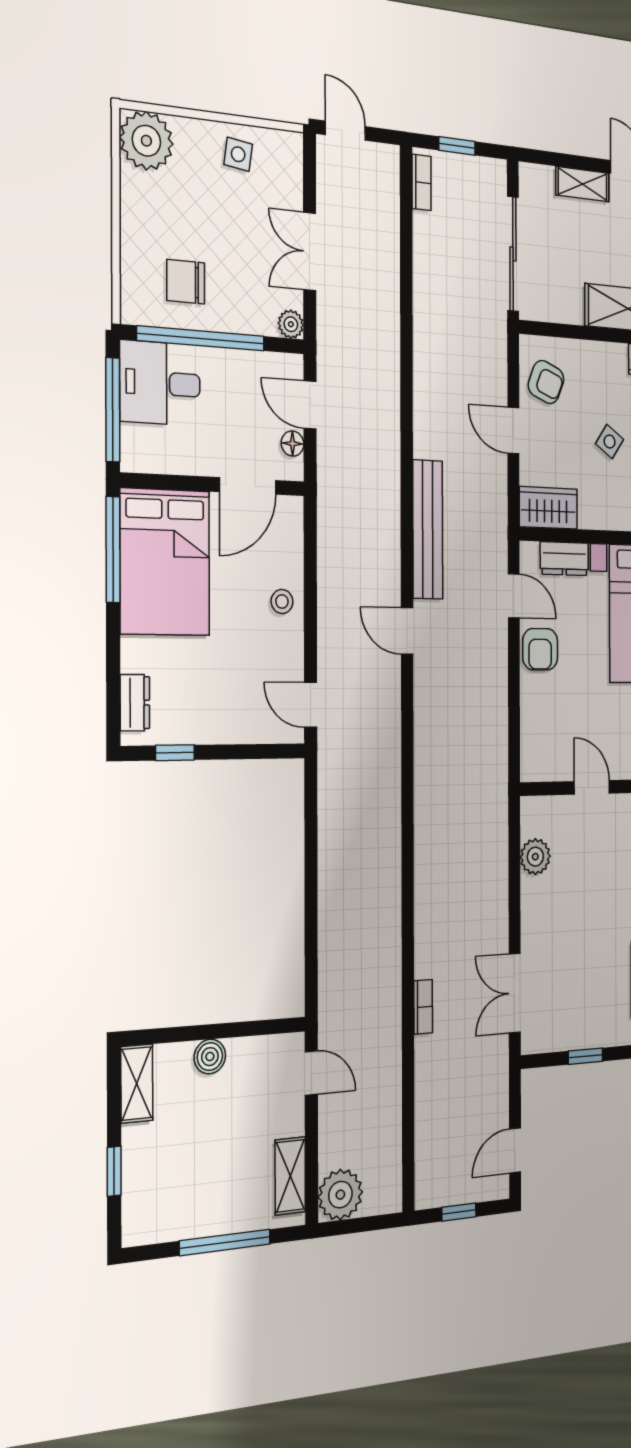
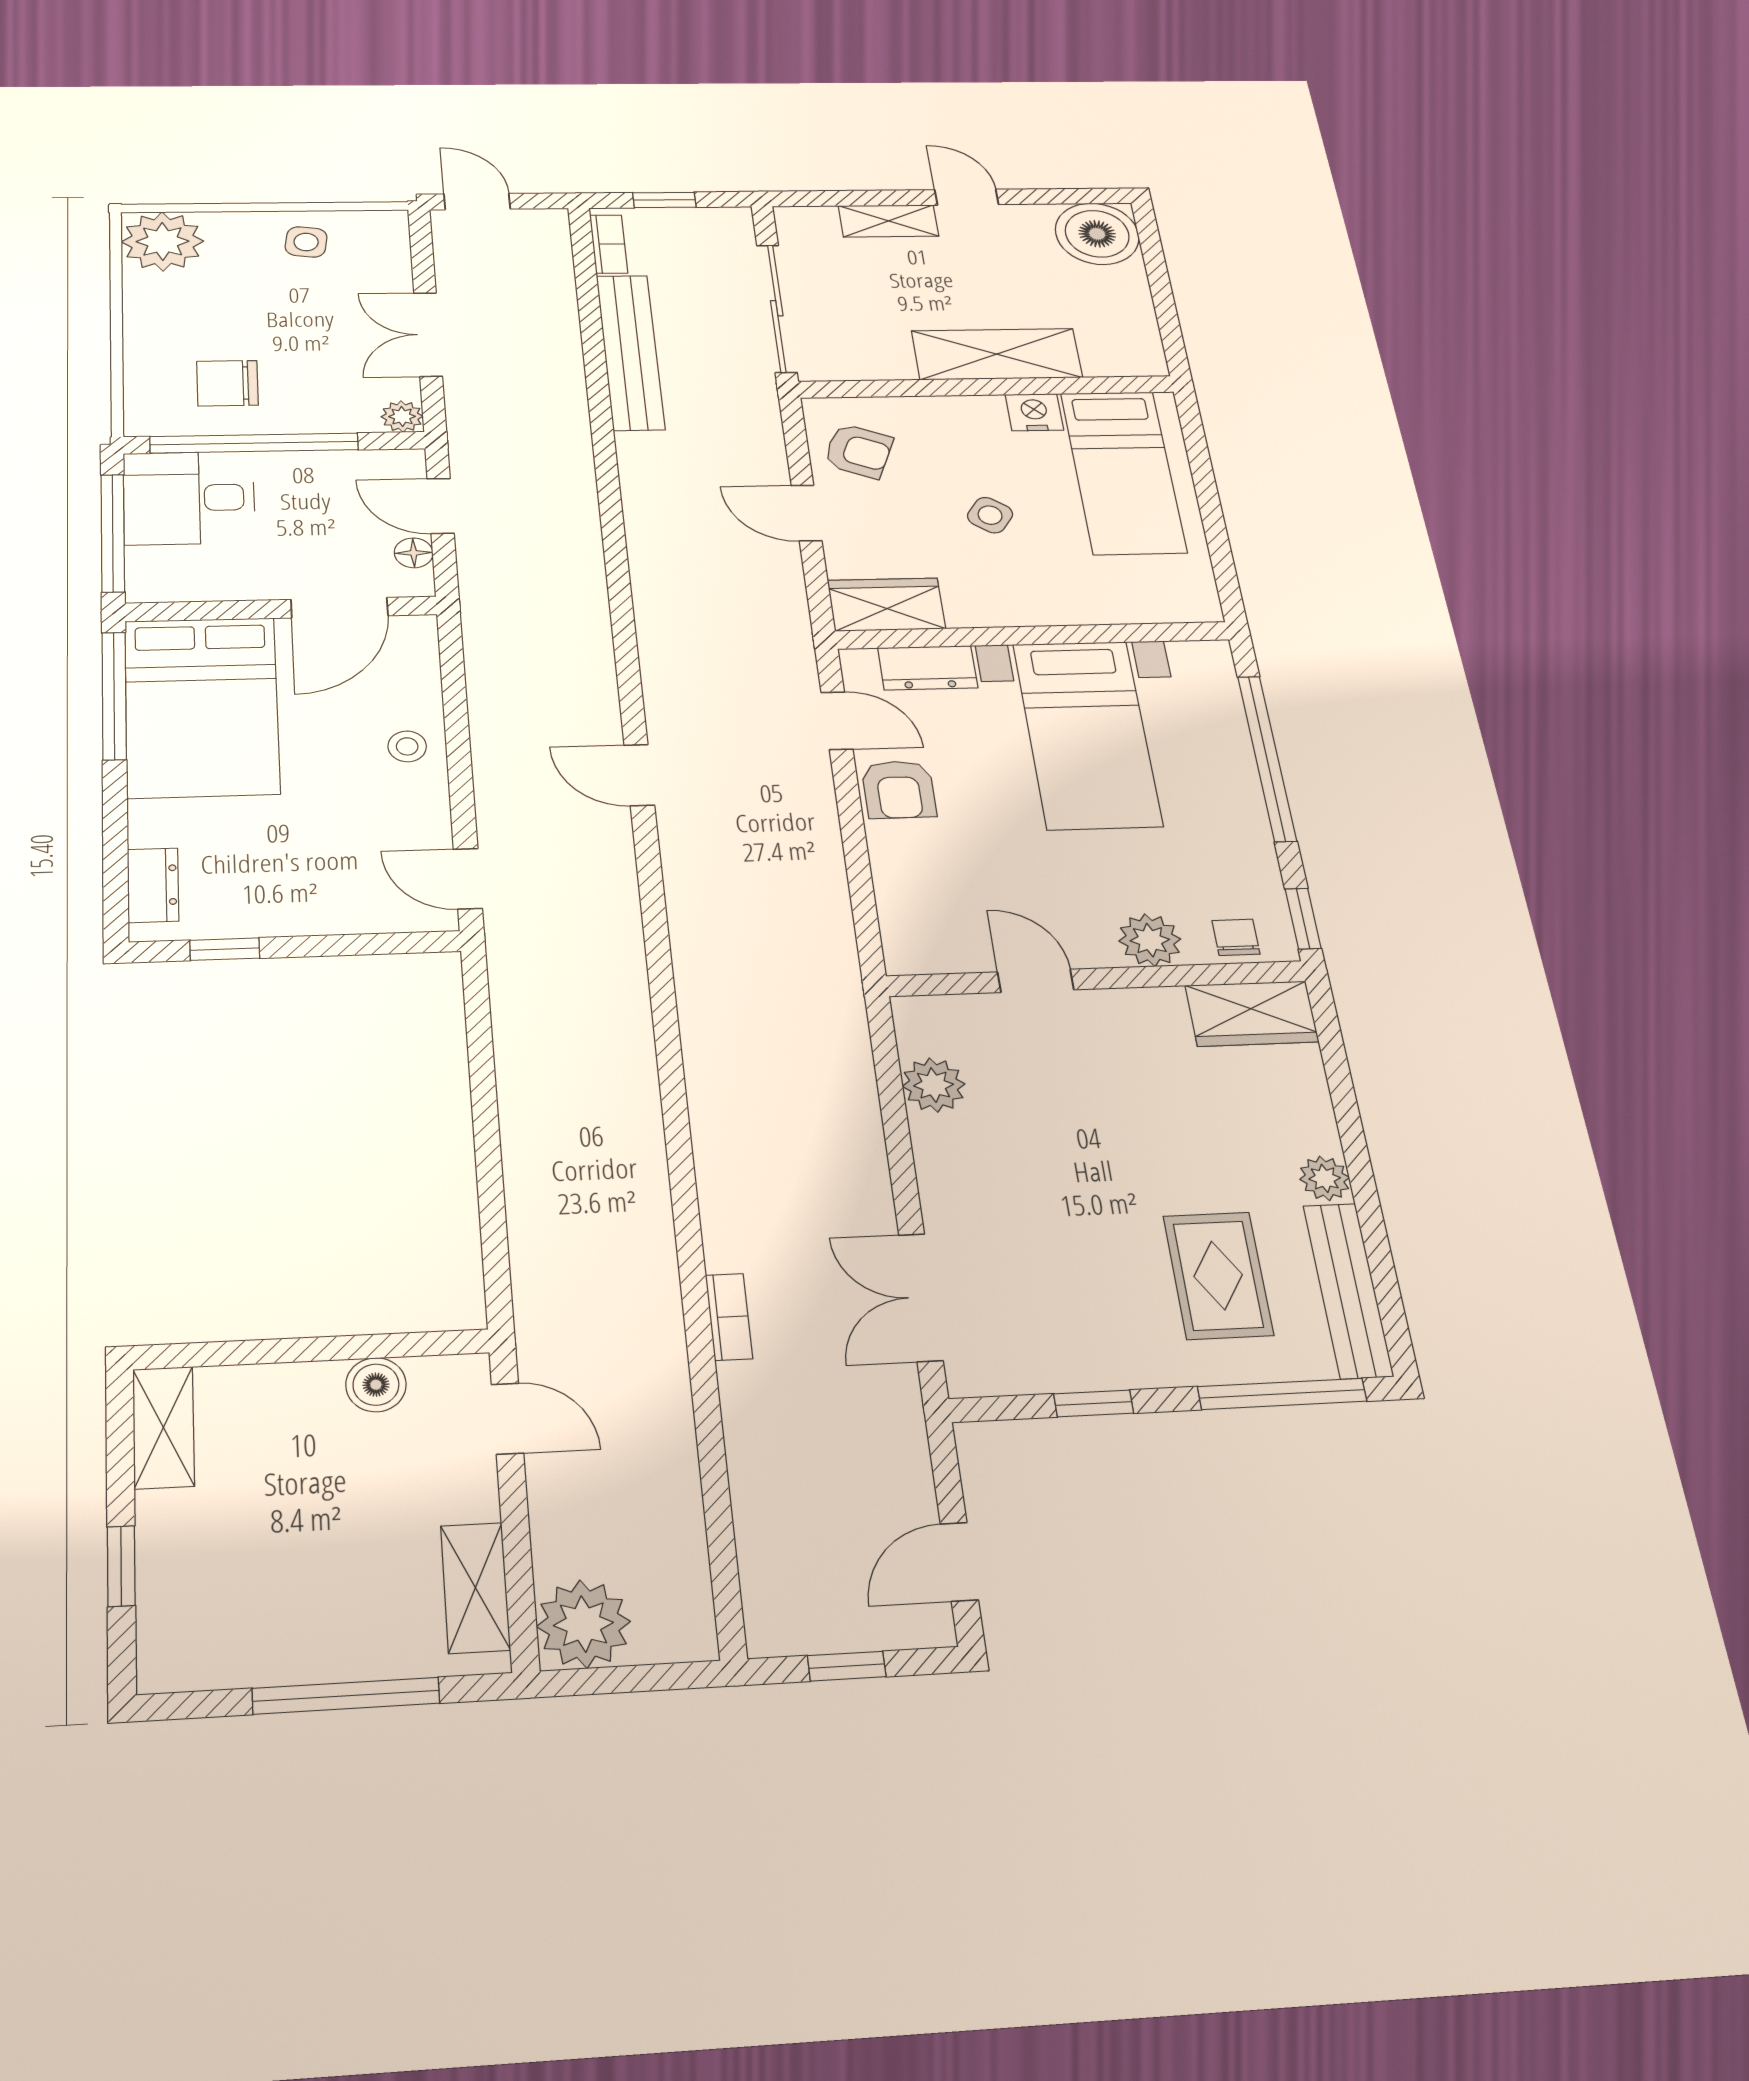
bench: (428, 529) -> (630, 352), moved
boiler: (210, 1057) -> (376, 1385), moved

